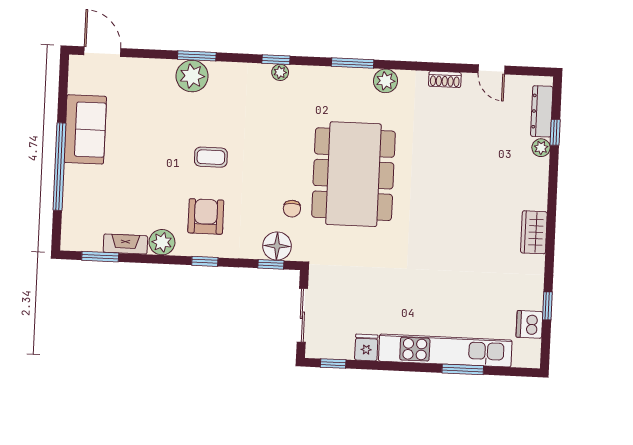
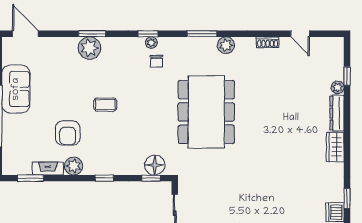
dresser: (542, 111) -> (337, 113), moved
chair: (292, 209) -> (156, 61), moved
armchair: (206, 216) -> (68, 133), moved, turned 180

